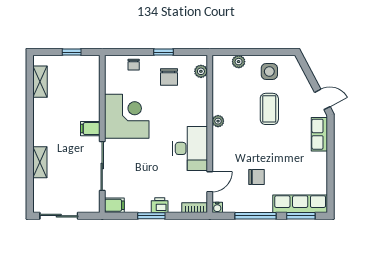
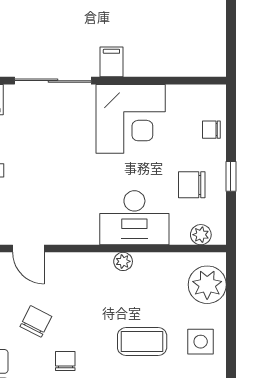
window: (72, 52) -> (231, 33), removed
plant: (239, 62) -> (207, 285), width x1.88, depth x1.88
desk: (190, 148) -> (134, 218), moved
chair: (282, 158) -> (65, 361), added
chair: (256, 177) -> (36, 321), turned -153

